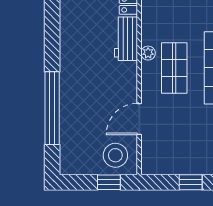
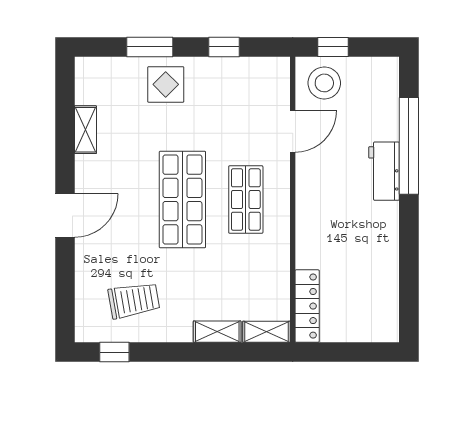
workbench: (126, 39) -> (384, 171), moved, turned 180
plant: (148, 53) -> (281, 219), removed

